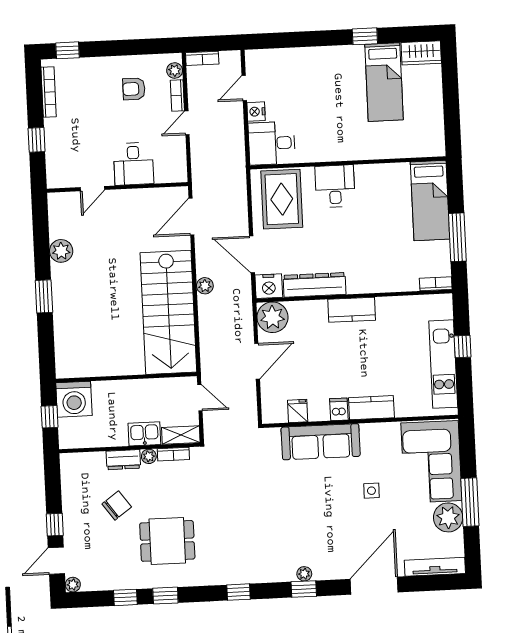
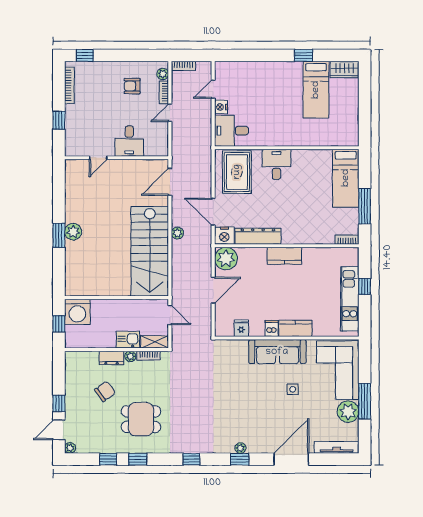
plant: (61, 251) -> (73, 232), moved
sofa: (321, 442) -> (277, 352), moved

